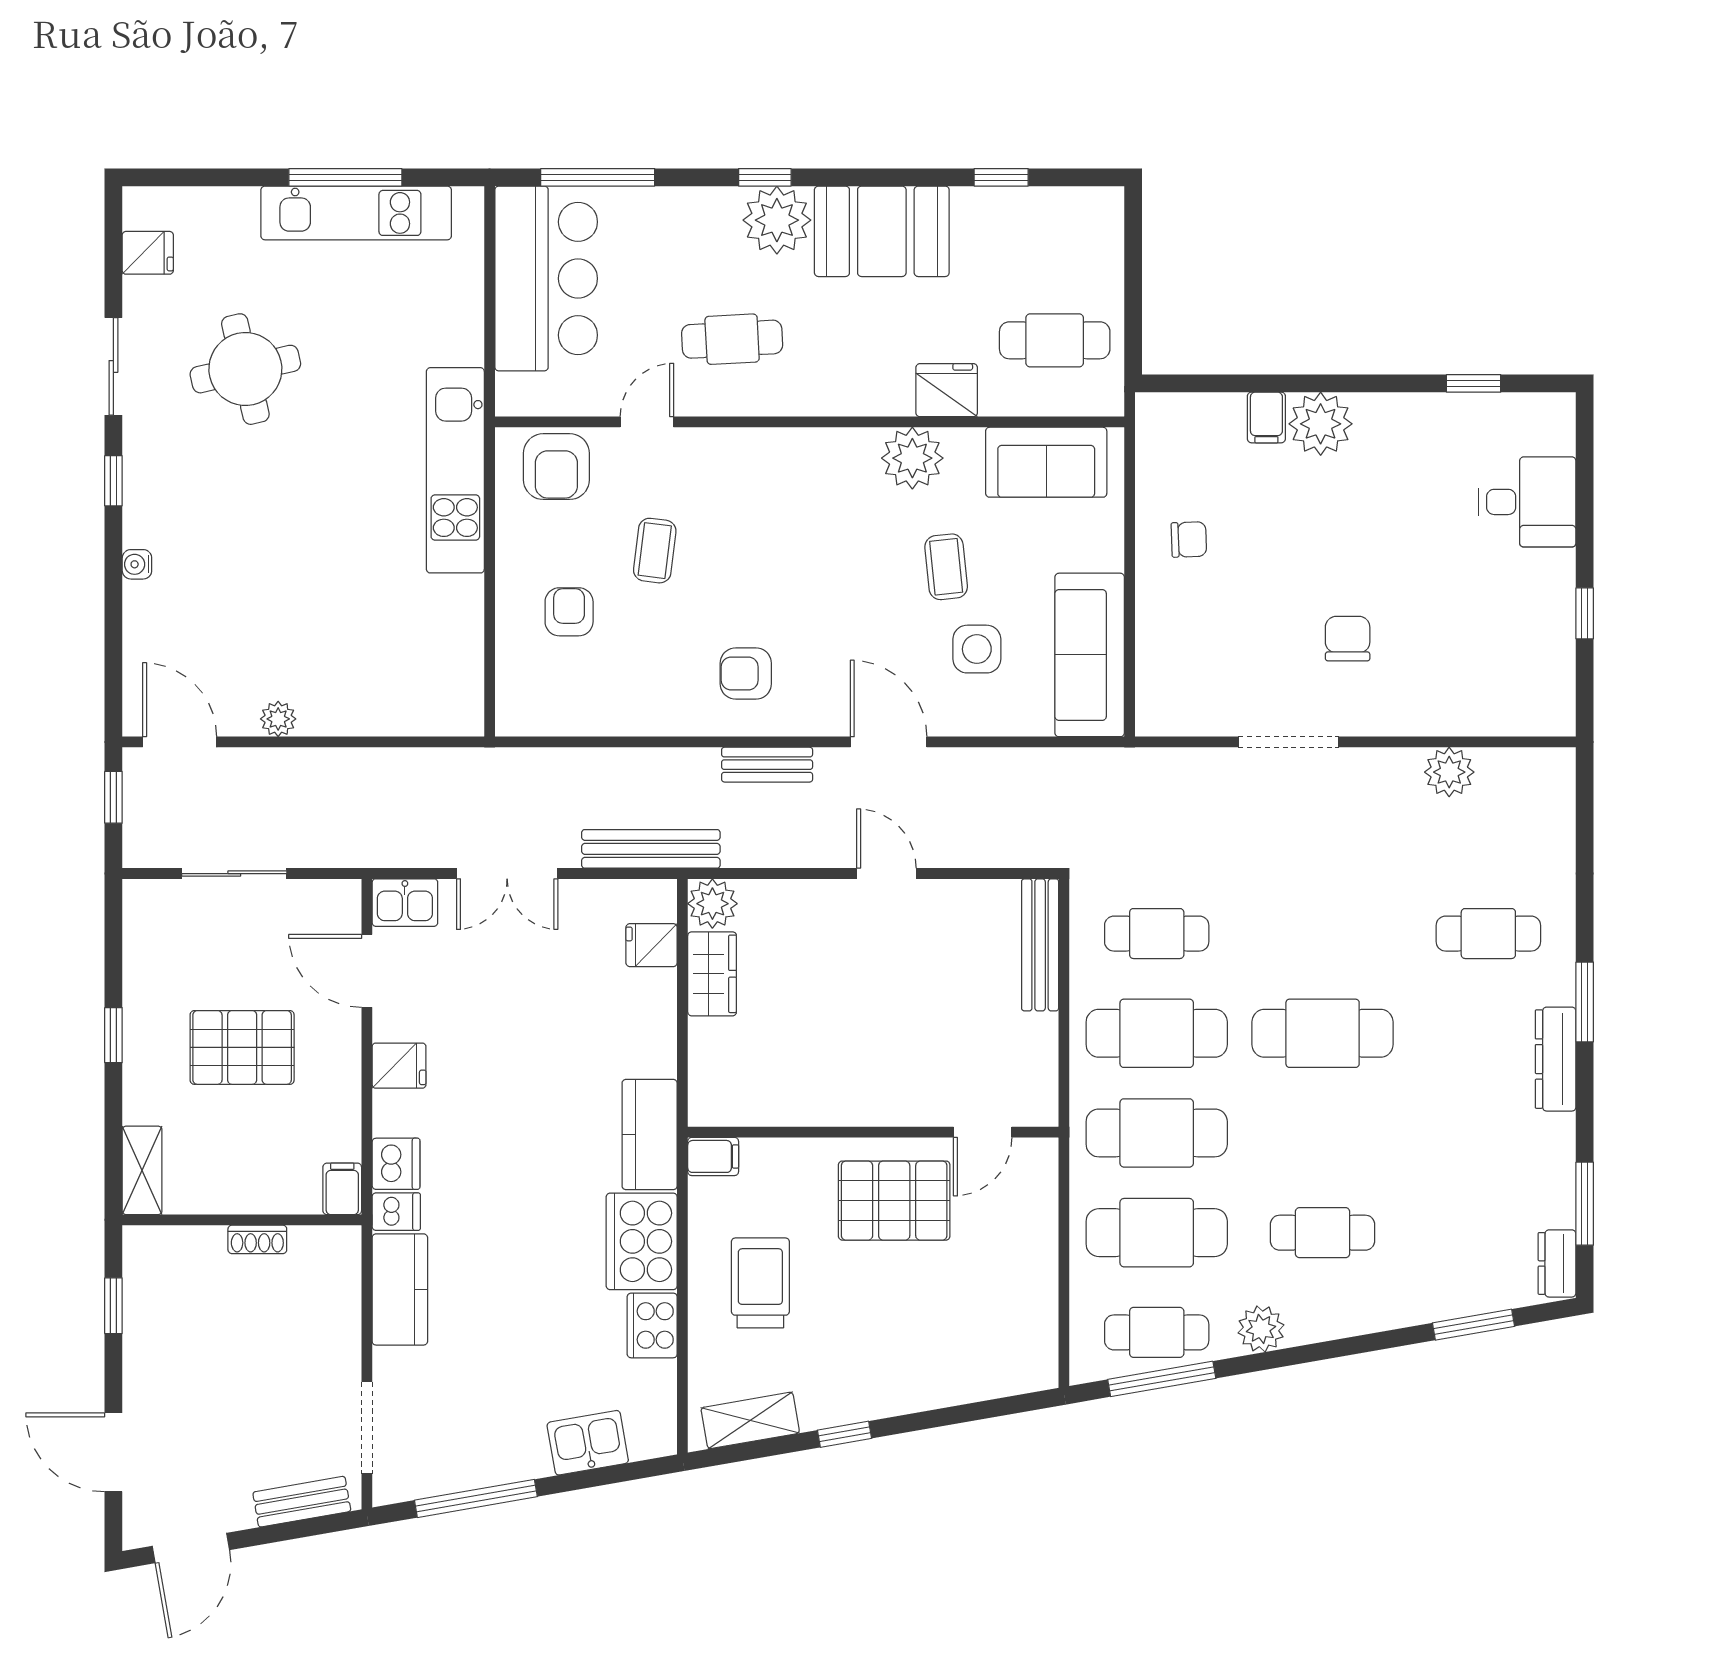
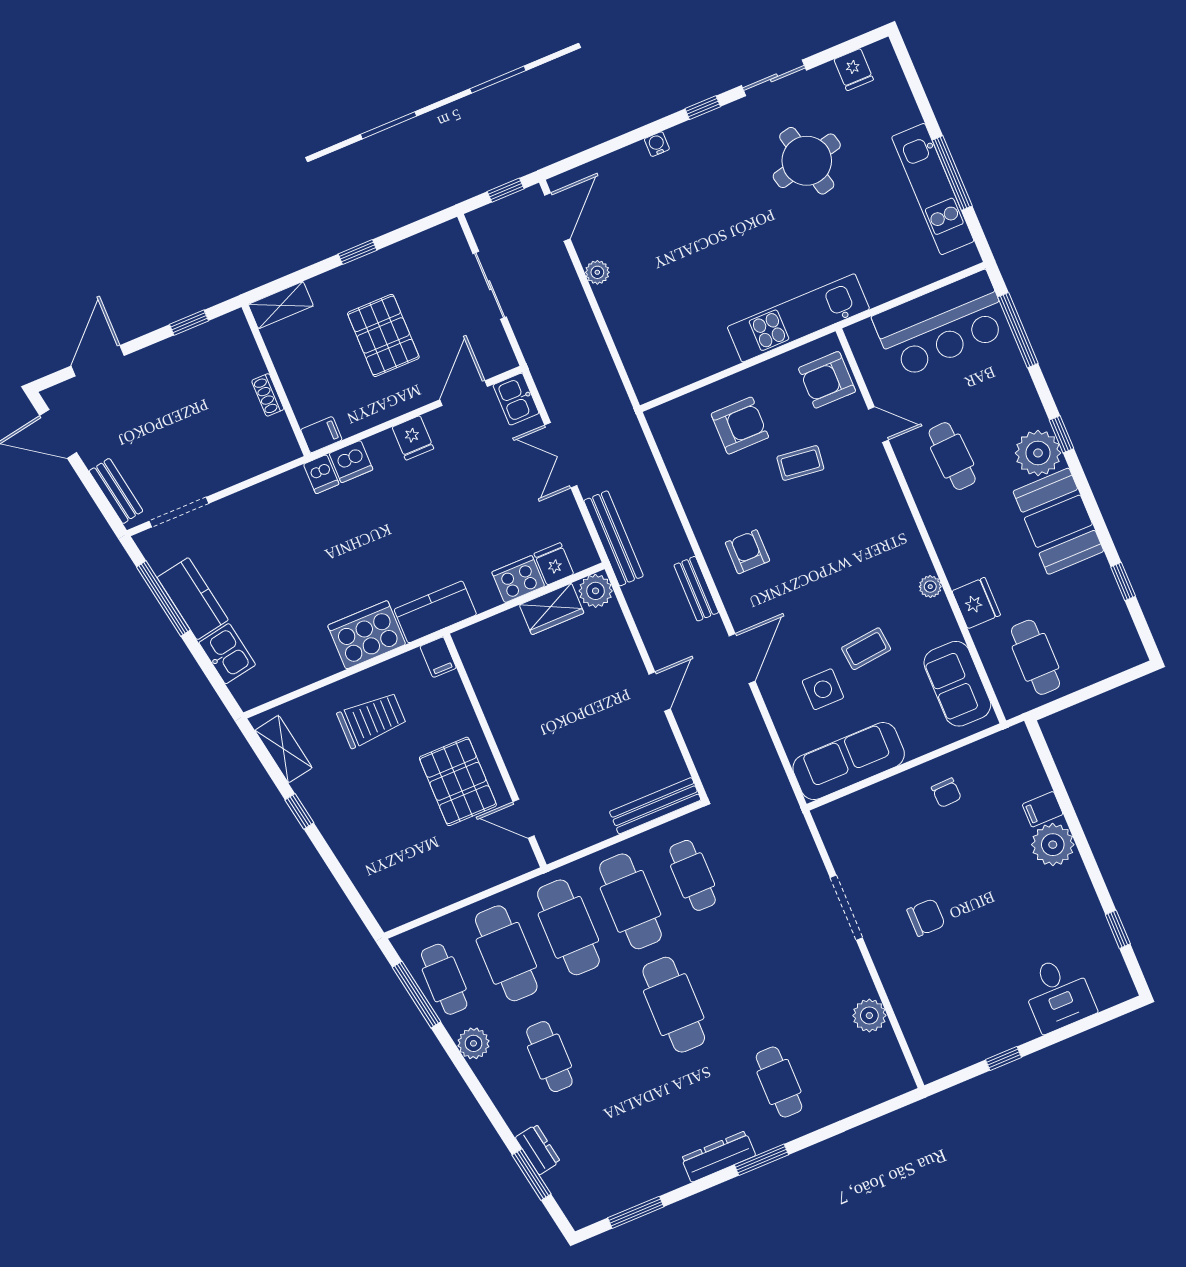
plant: (912, 458) -> (930, 587), width x0.53, depth x0.53
armchair: (569, 612) -> (740, 426), width x1.38, depth x1.38
dresser: (1557, 1263) -> (538, 1150), moved, turned 80
kitchen counter: (400, 1289) -> (193, 599), moved, turned -100
cooker: (652, 1325) -> (518, 579), moved

